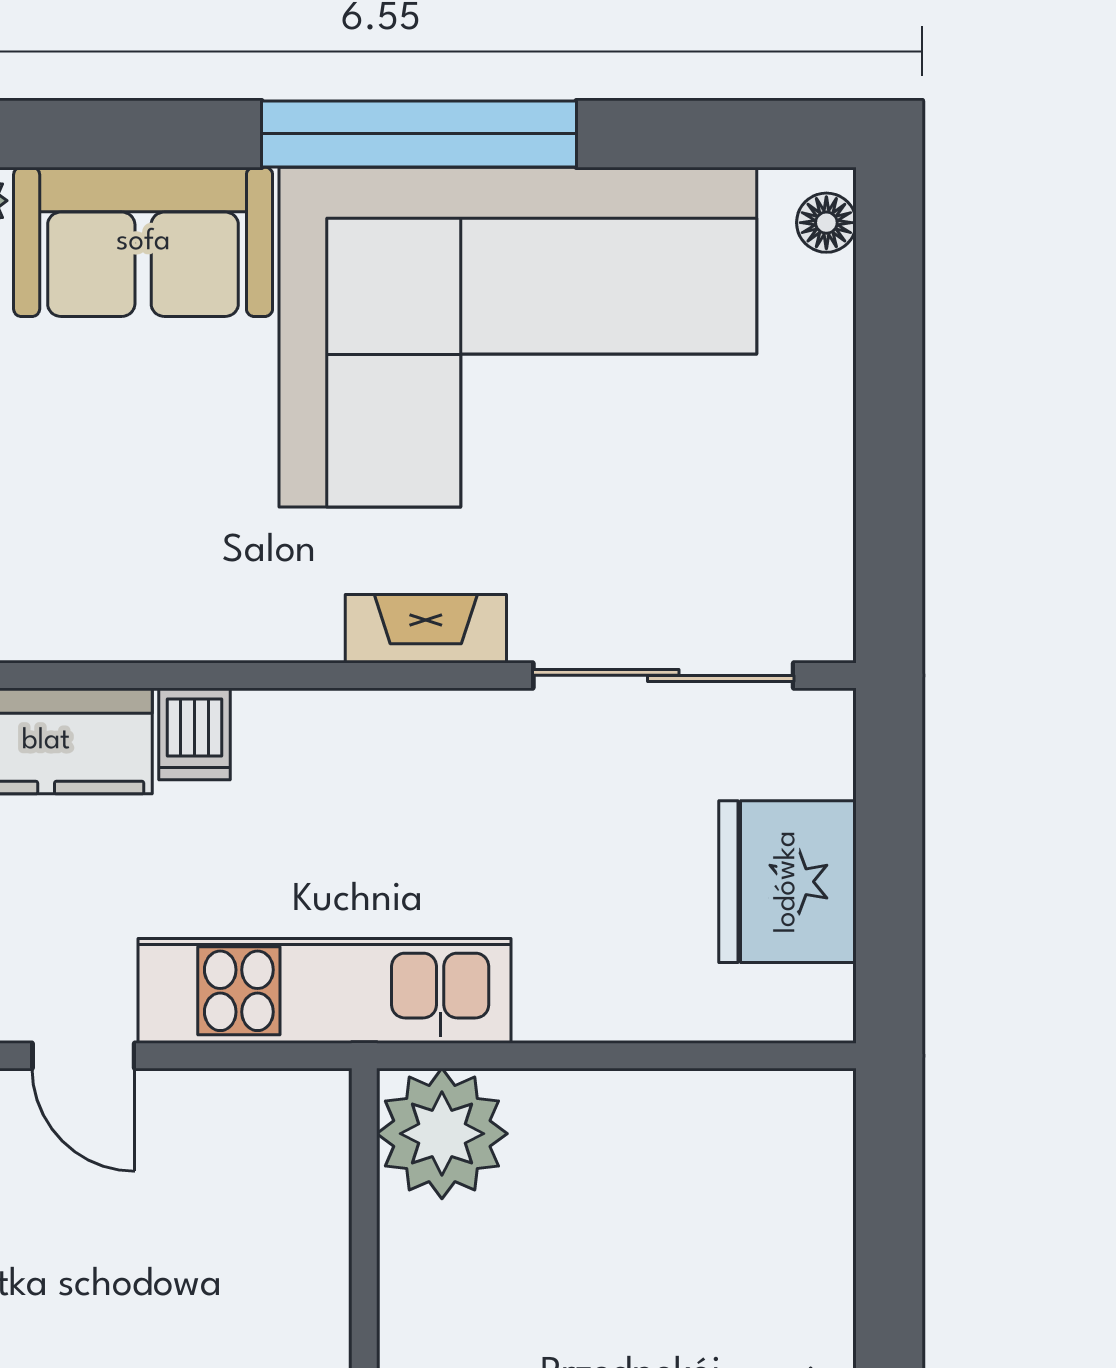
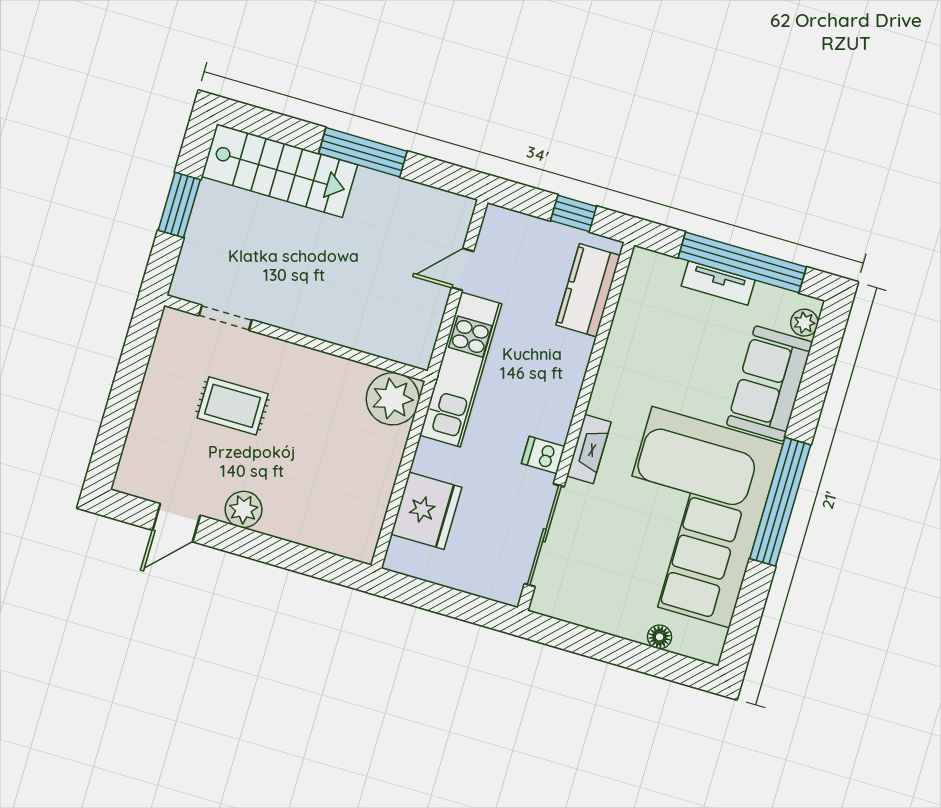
floor lamp: (826, 223) -> (660, 637), moved
dishwasher: (194, 734) -> (543, 455), moved
fridge: (787, 882) -> (426, 511), moved, turned 90

